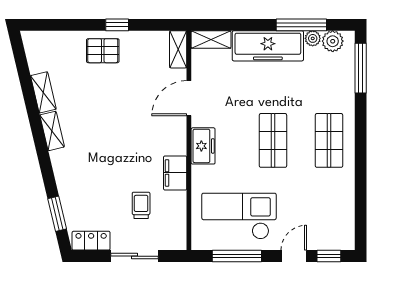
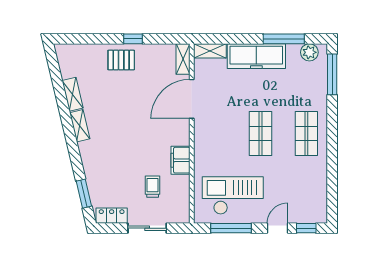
plant: (313, 38) -> (293, 50), removed
door: (189, 98) -> (192, 99), width x1.36
freezer: (203, 146) -> (203, 138), removed

